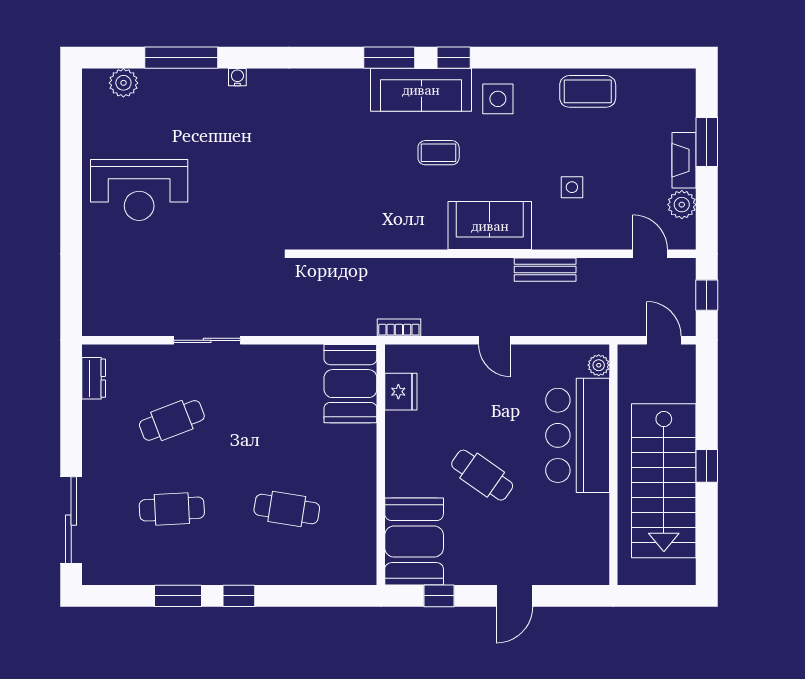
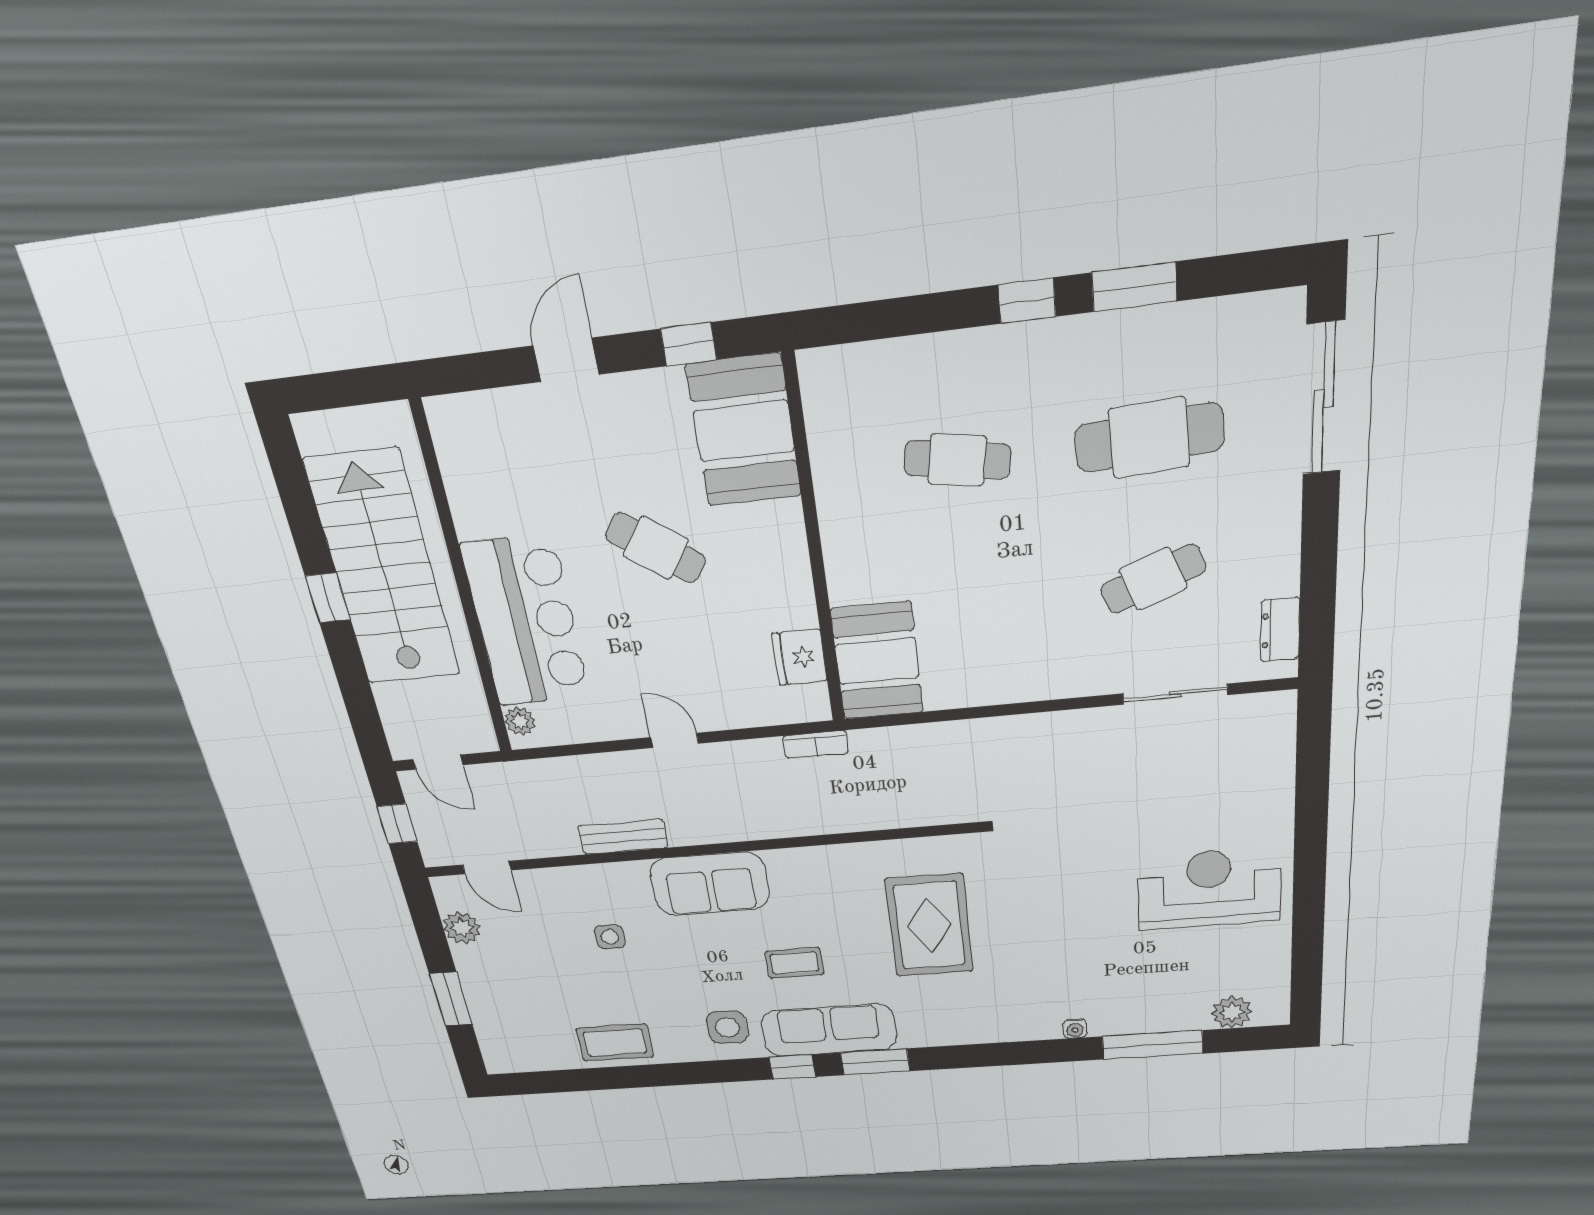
fireplace: (684, 160) -> (474, 977), removed
rug: (336, 177) -> (929, 925), added
sliding door: (207, 340) -> (1175, 694), moved
cafe table: (172, 509) -> (1149, 438), width x1.37, depth x1.35

